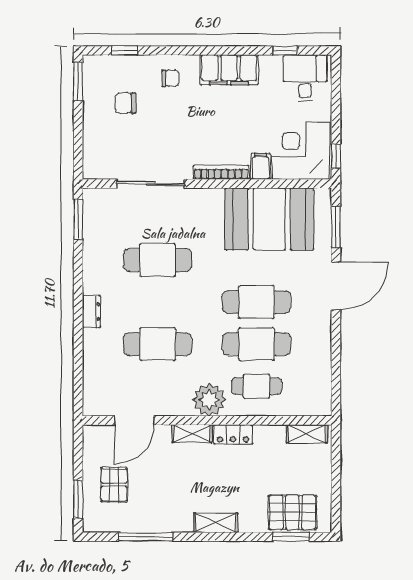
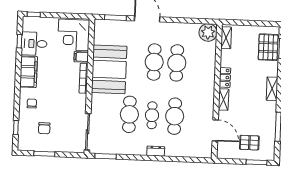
desk: (305, 78) -> (34, 44), moved
window: (78, 81) -> (44, 154), moved
window: (336, 156) -> (34, 14), moved
sliding door: (151, 184) -> (88, 132), moved
booth: (269, 219) -> (109, 69), moved
cafe table: (256, 386) -> (152, 115), moved
plant: (209, 400) -> (208, 32), moved

